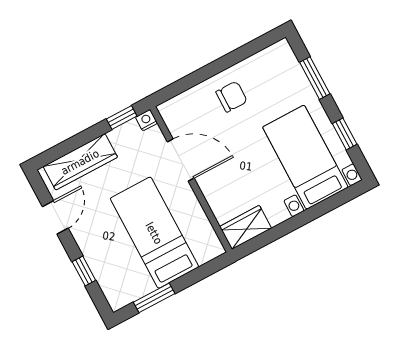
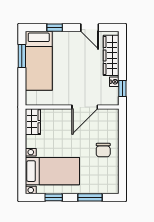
nightstand: (146, 120) -> (114, 82), moved
bed: (154, 233) -> (39, 61), moved, turned 90

